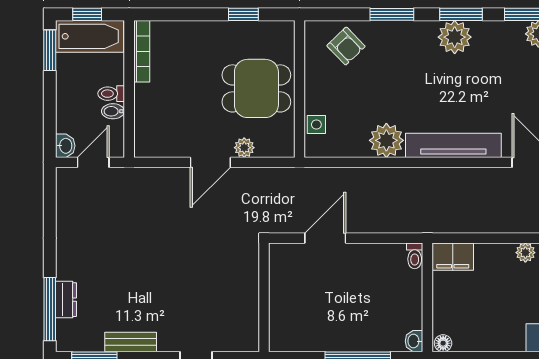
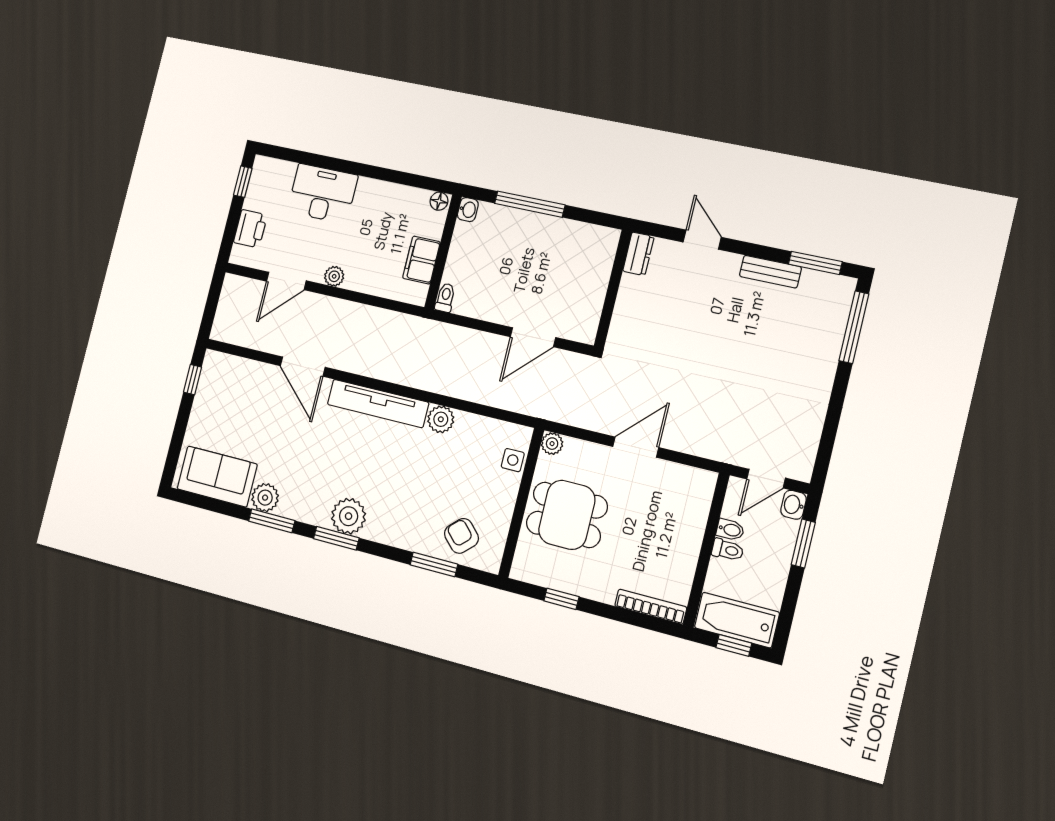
window: (392, 14) -> (434, 565), moved
window: (50, 50) -> (803, 543), moved
bookcase: (142, 51) -> (651, 607), moved, turned 90
plant: (386, 140) -> (441, 419), width x0.73, depth x0.73
plant: (244, 148) -> (552, 444), moved
filing cabinet: (453, 257) -> (421, 260), moved, turned -90
dresser: (66, 300) -> (638, 254), moved, turned 180

